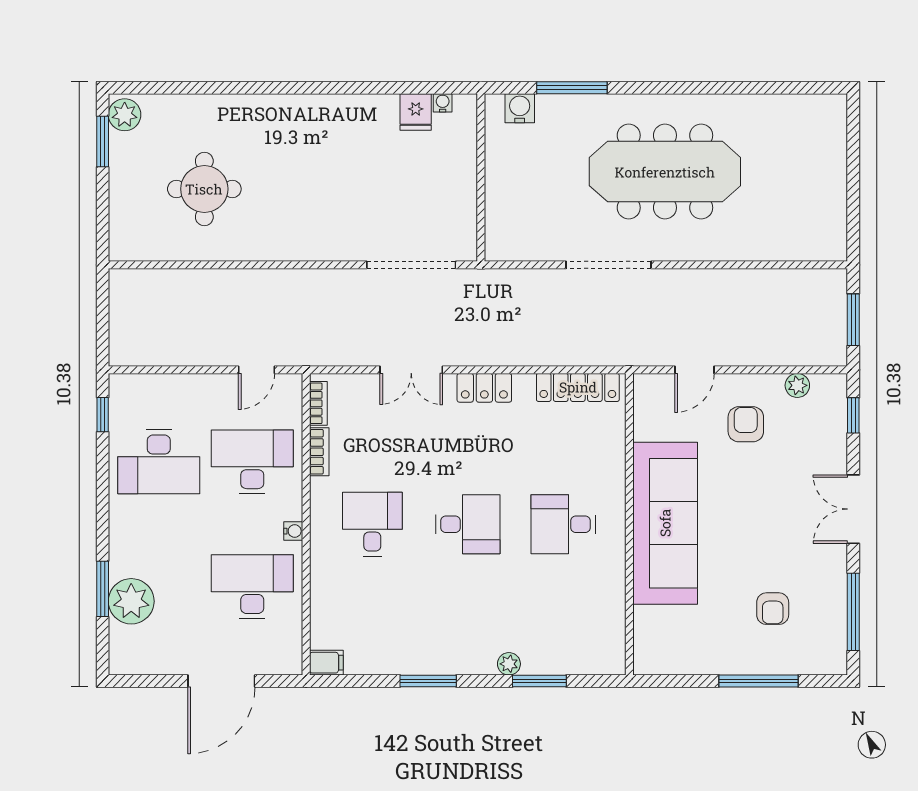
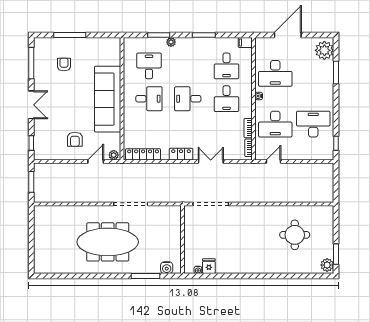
plant: (797, 385) -> (114, 155), moved
plant: (131, 601) -> (324, 50), moved
desk: (372, 605) -> (227, 66), added
desk: (563, 605) -> (149, 66), added

